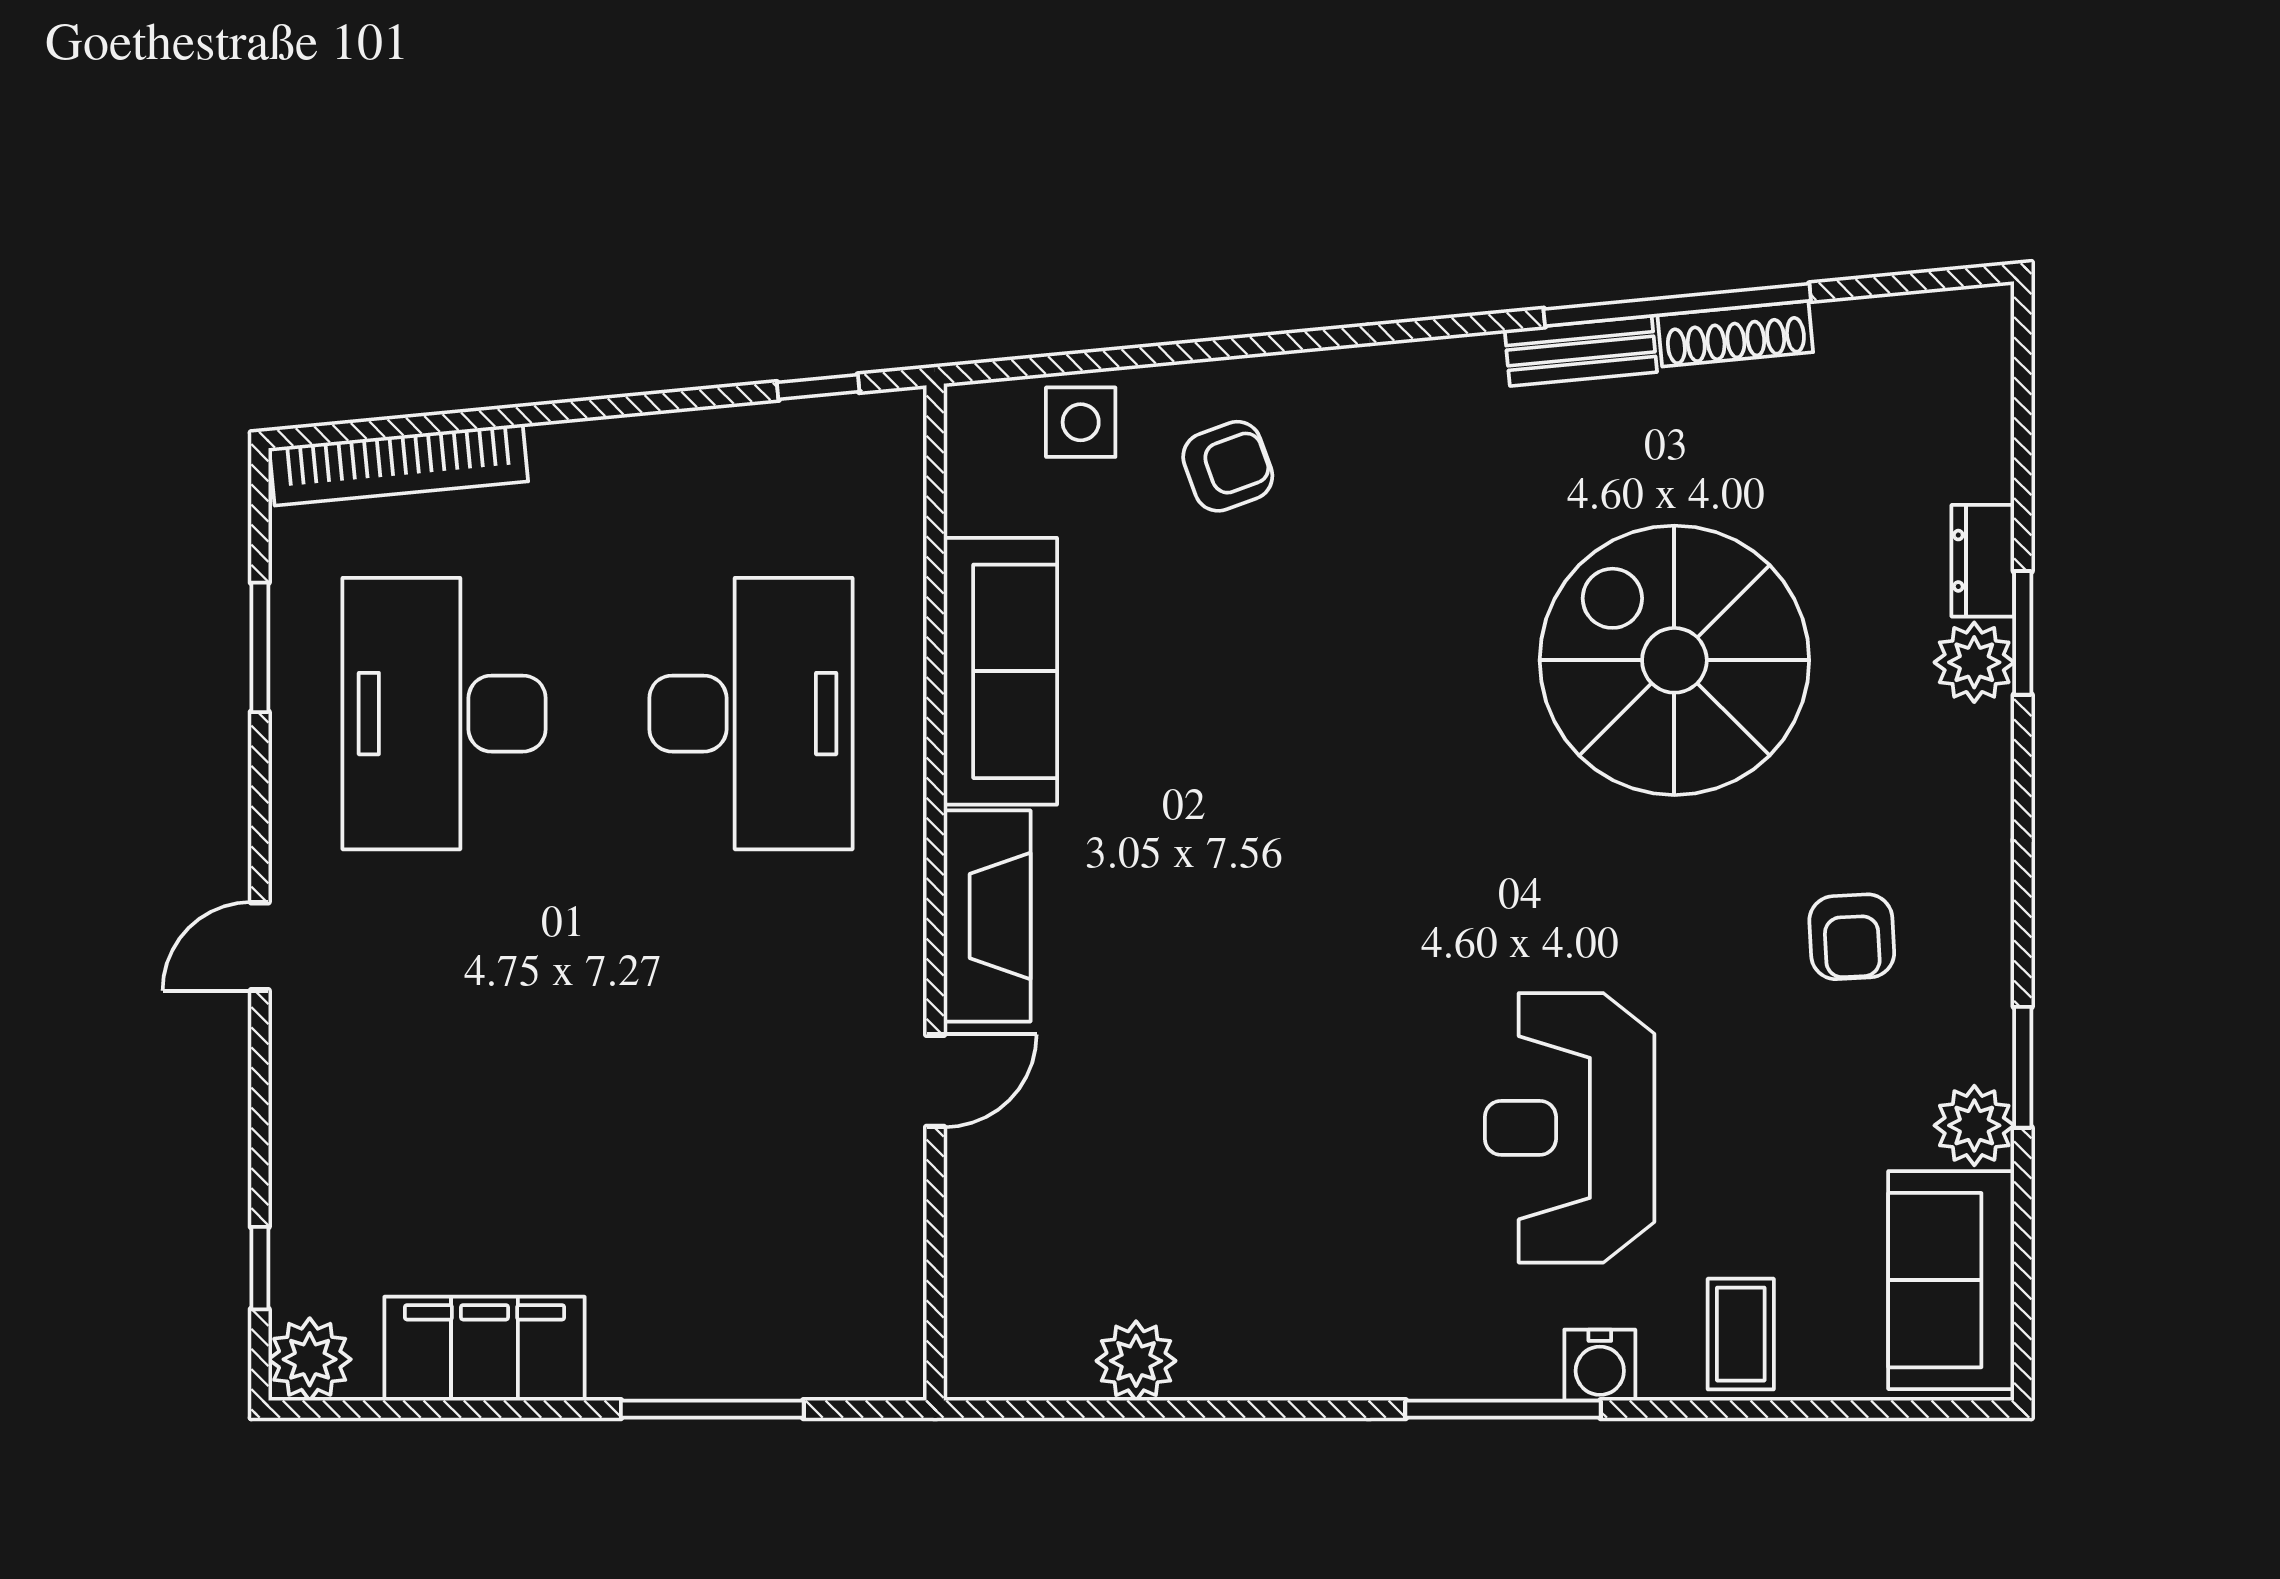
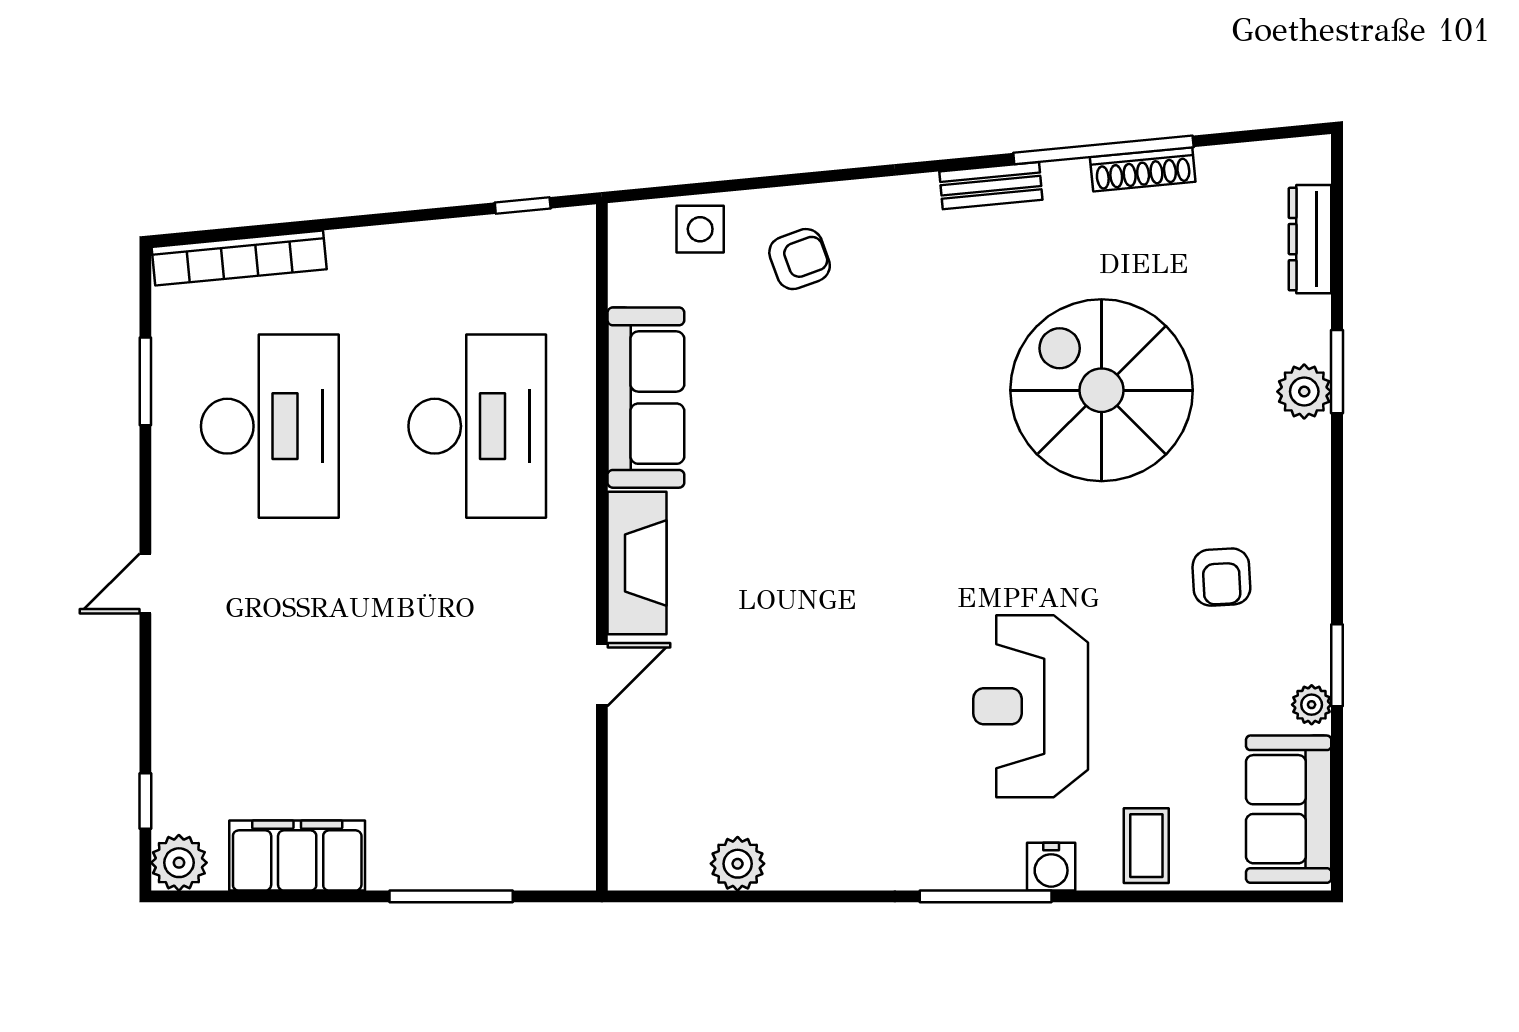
bench: (1581, 351) -> (991, 186), moved
dresser: (1983, 561) -> (1310, 239), moved, width x1.44
desk: (444, 714) -> (270, 426), turned 180
plant: (1974, 1125) -> (1312, 705), width x0.73, depth x0.73

